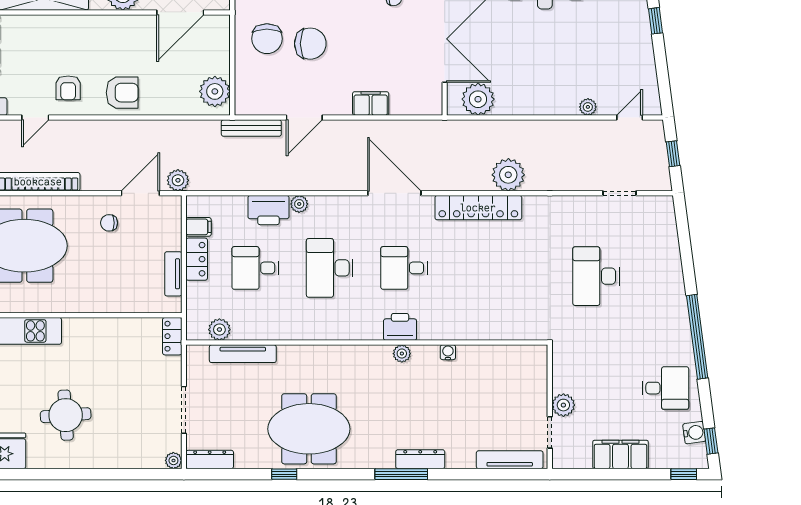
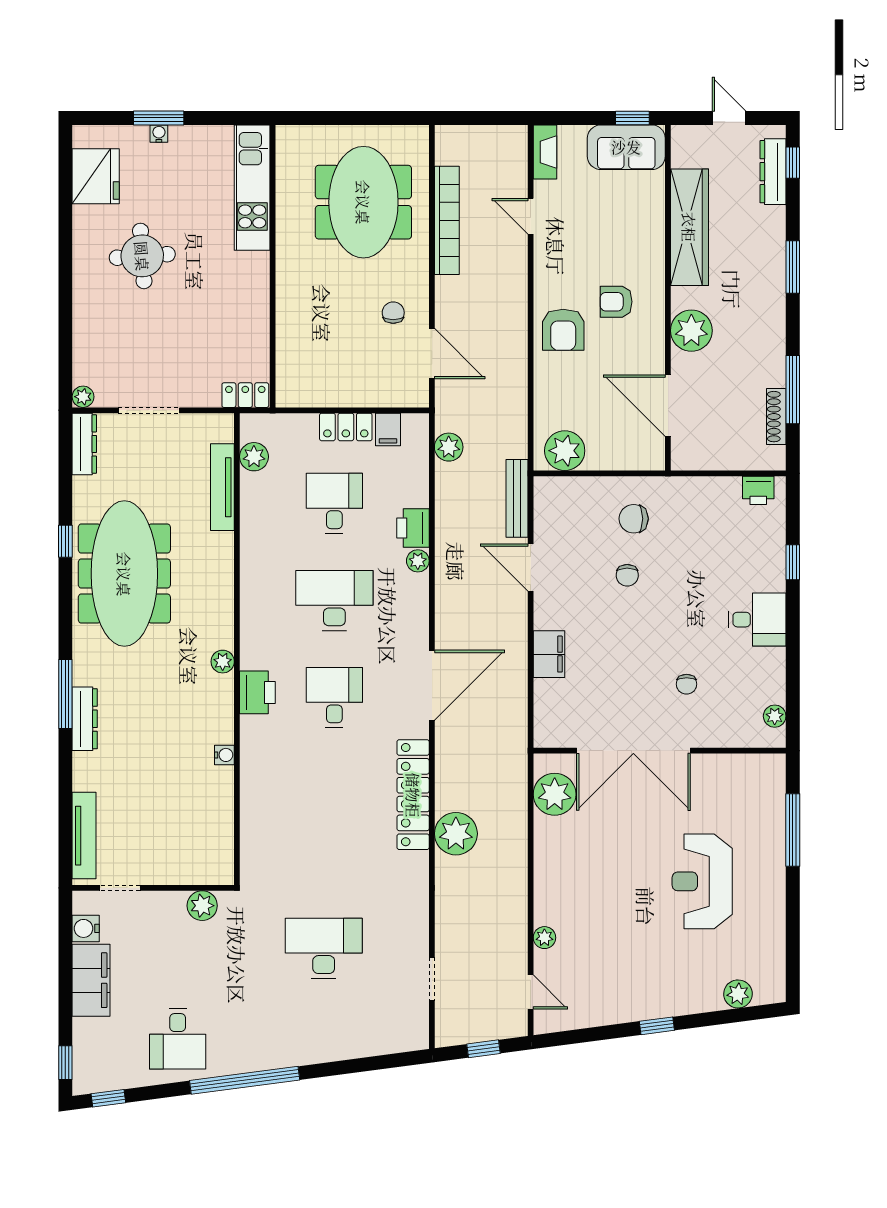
chair: (267, 39) -> (634, 519), width x0.73, depth x0.73
chair: (310, 44) -> (627, 575), width x0.54, depth x0.54
armchair: (68, 88) -> (616, 302), moved
plant: (178, 180) -> (449, 447), moved
printer: (268, 210) -> (413, 528), width x0.73, depth x0.84
tv unit: (173, 274) -> (327, 396), removed
plant: (402, 354) -> (223, 662), moved
plant: (563, 405) -> (202, 906), moved
meeting table: (309, 429) -> (124, 574), width x1.36
water cooler: (694, 433) -> (86, 928), moved, turned 98

